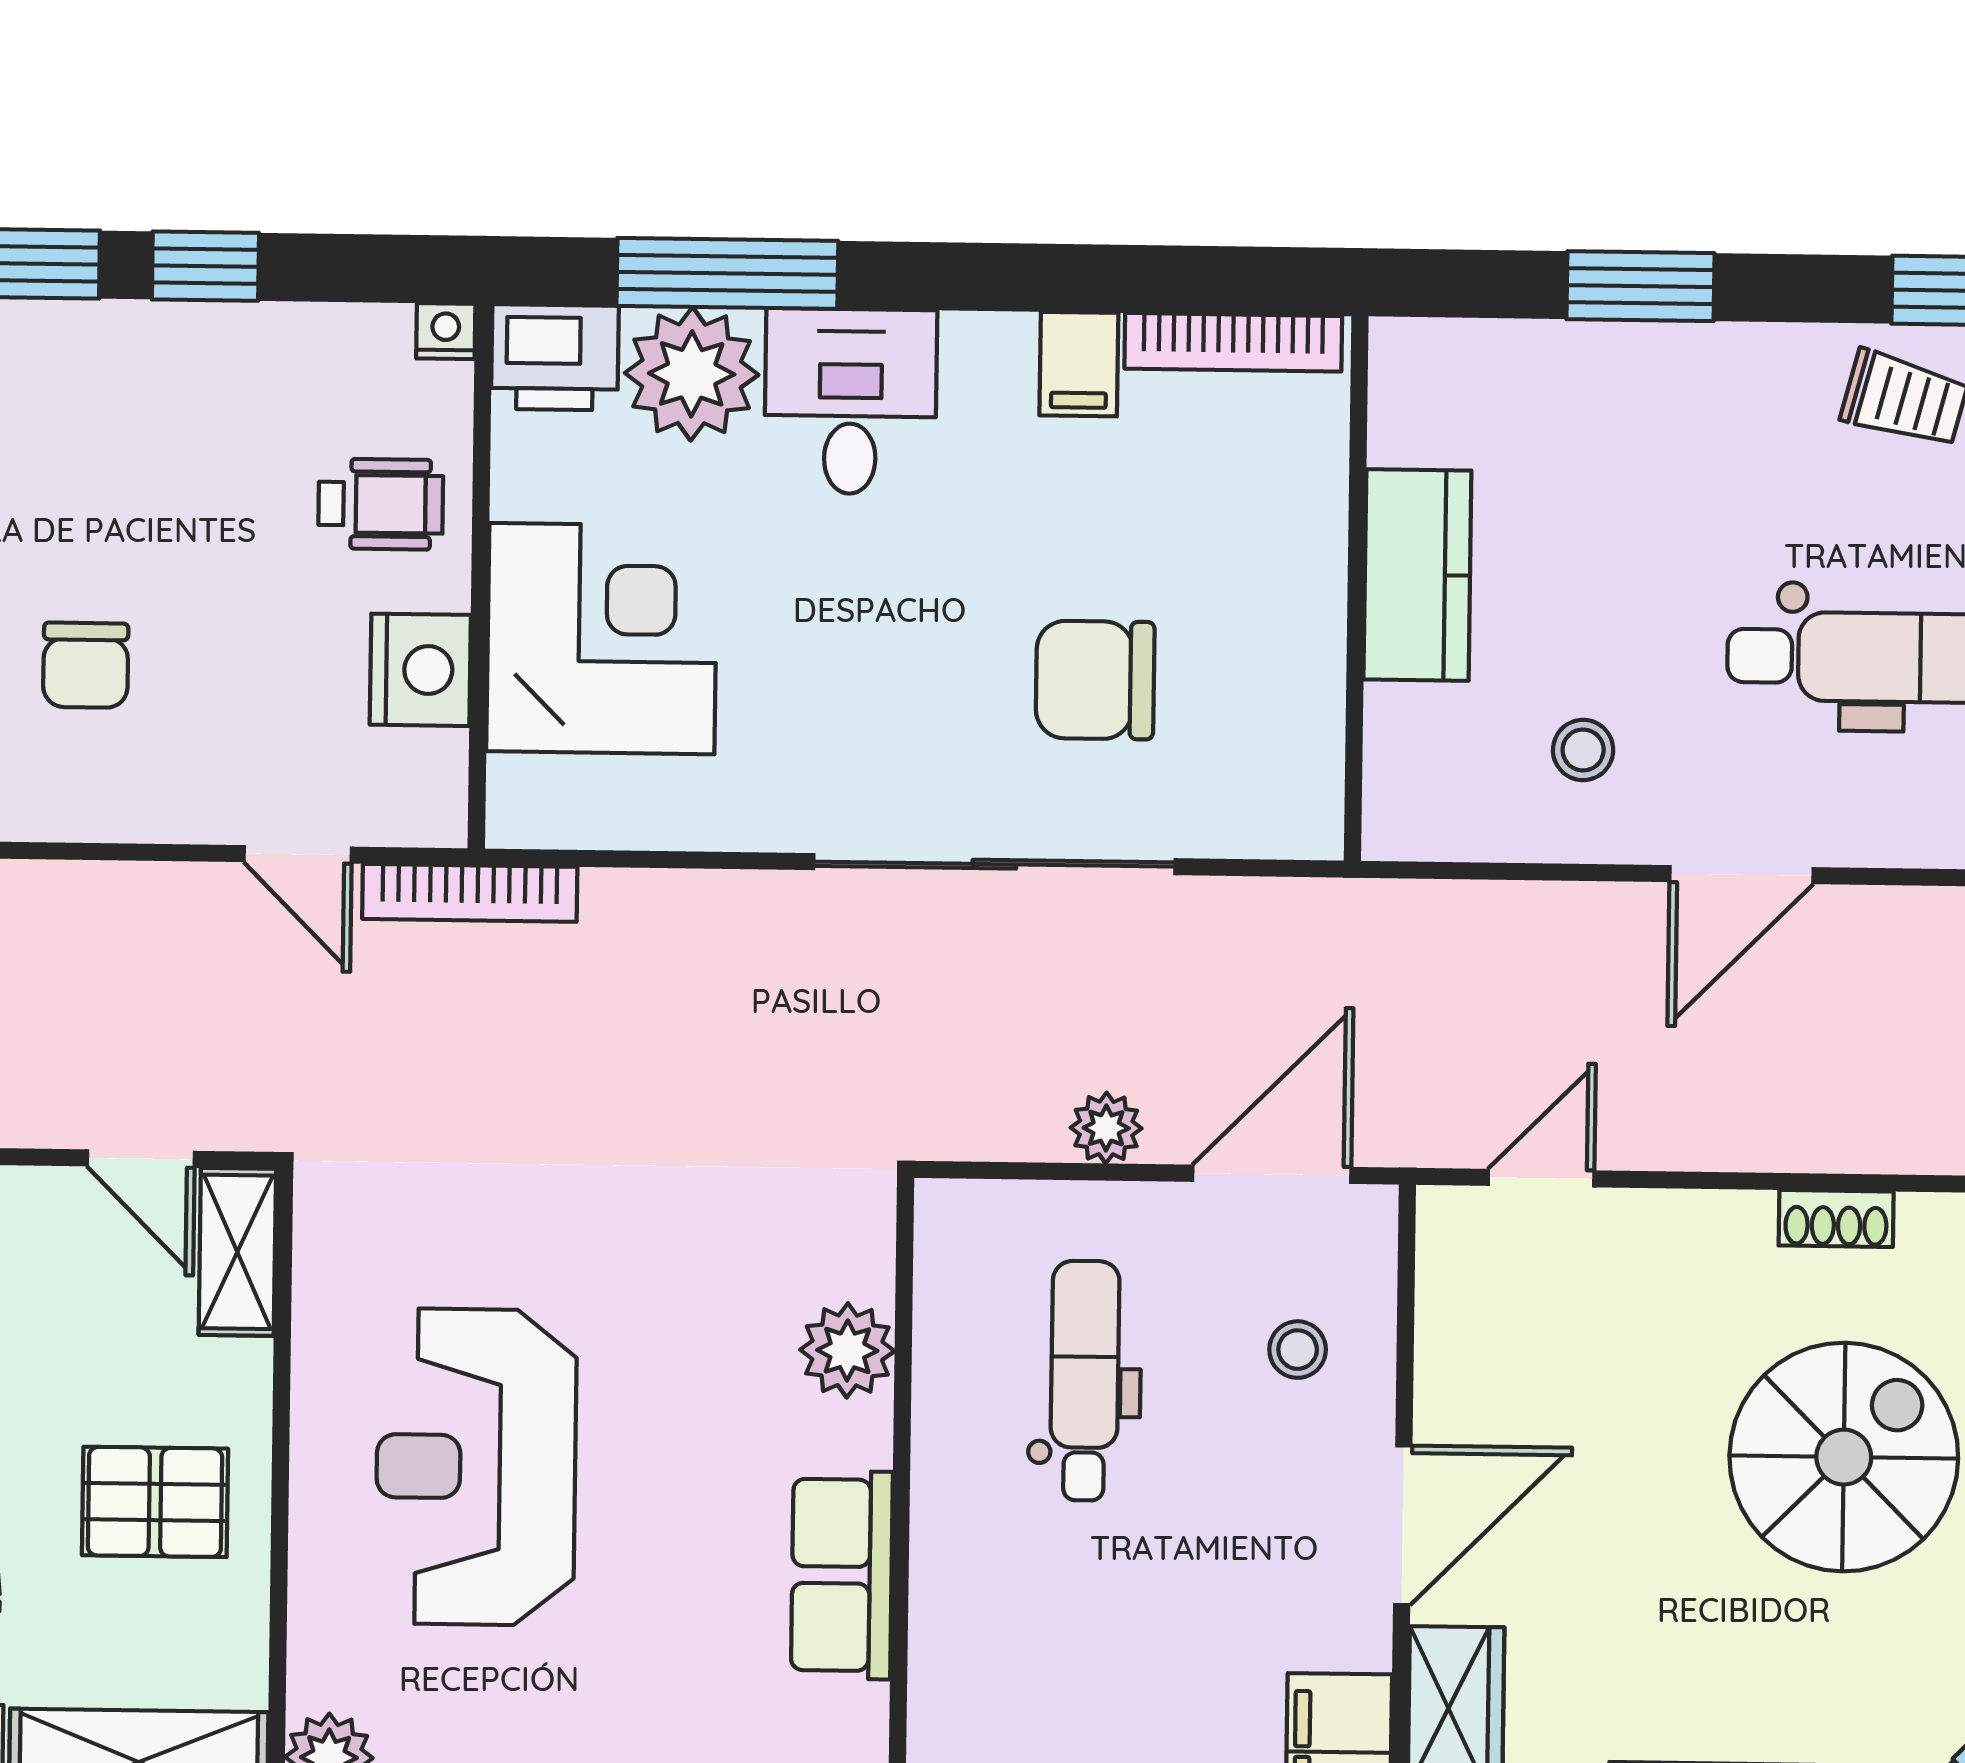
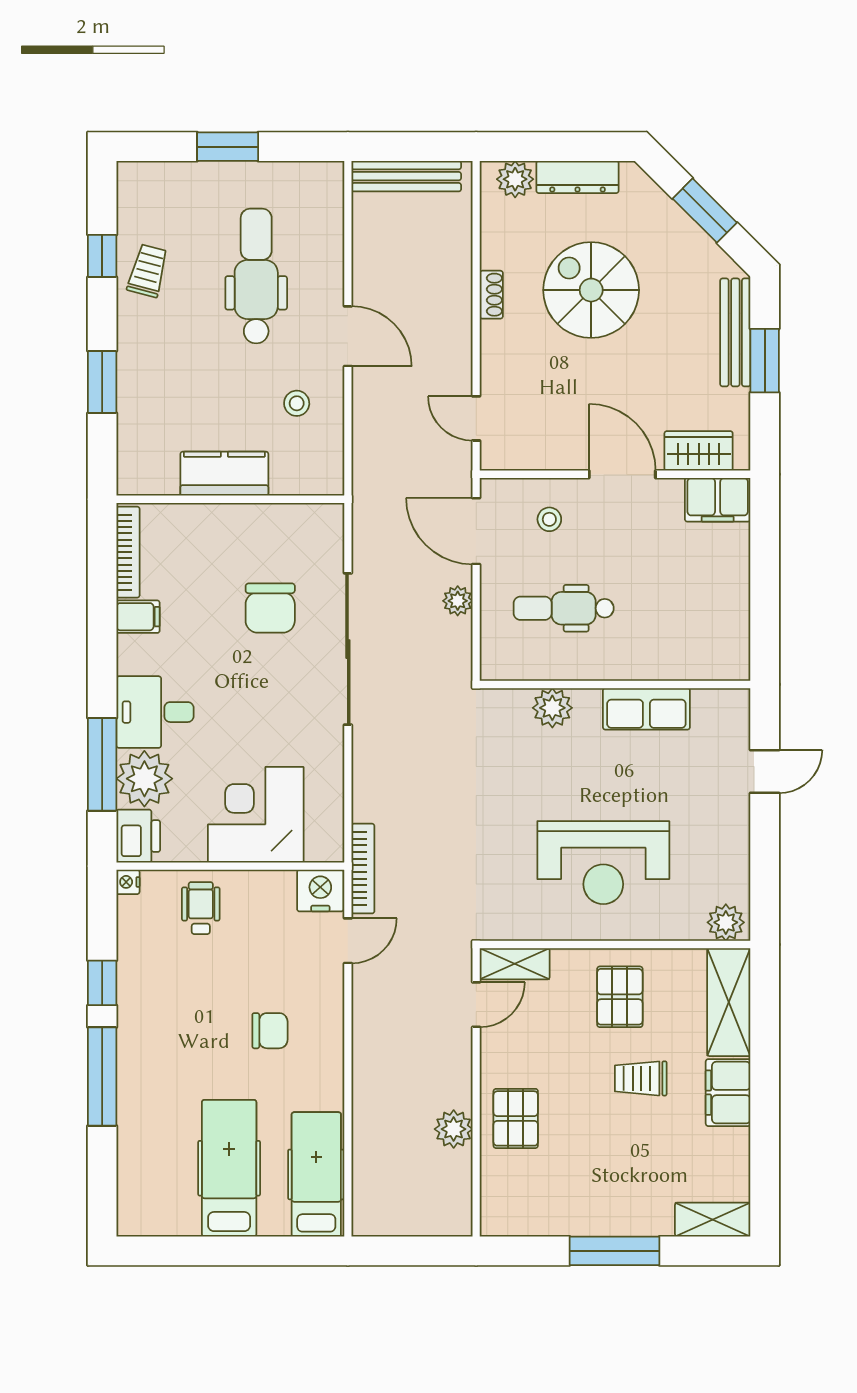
nightstand: (420, 670) -> (320, 891), moved

